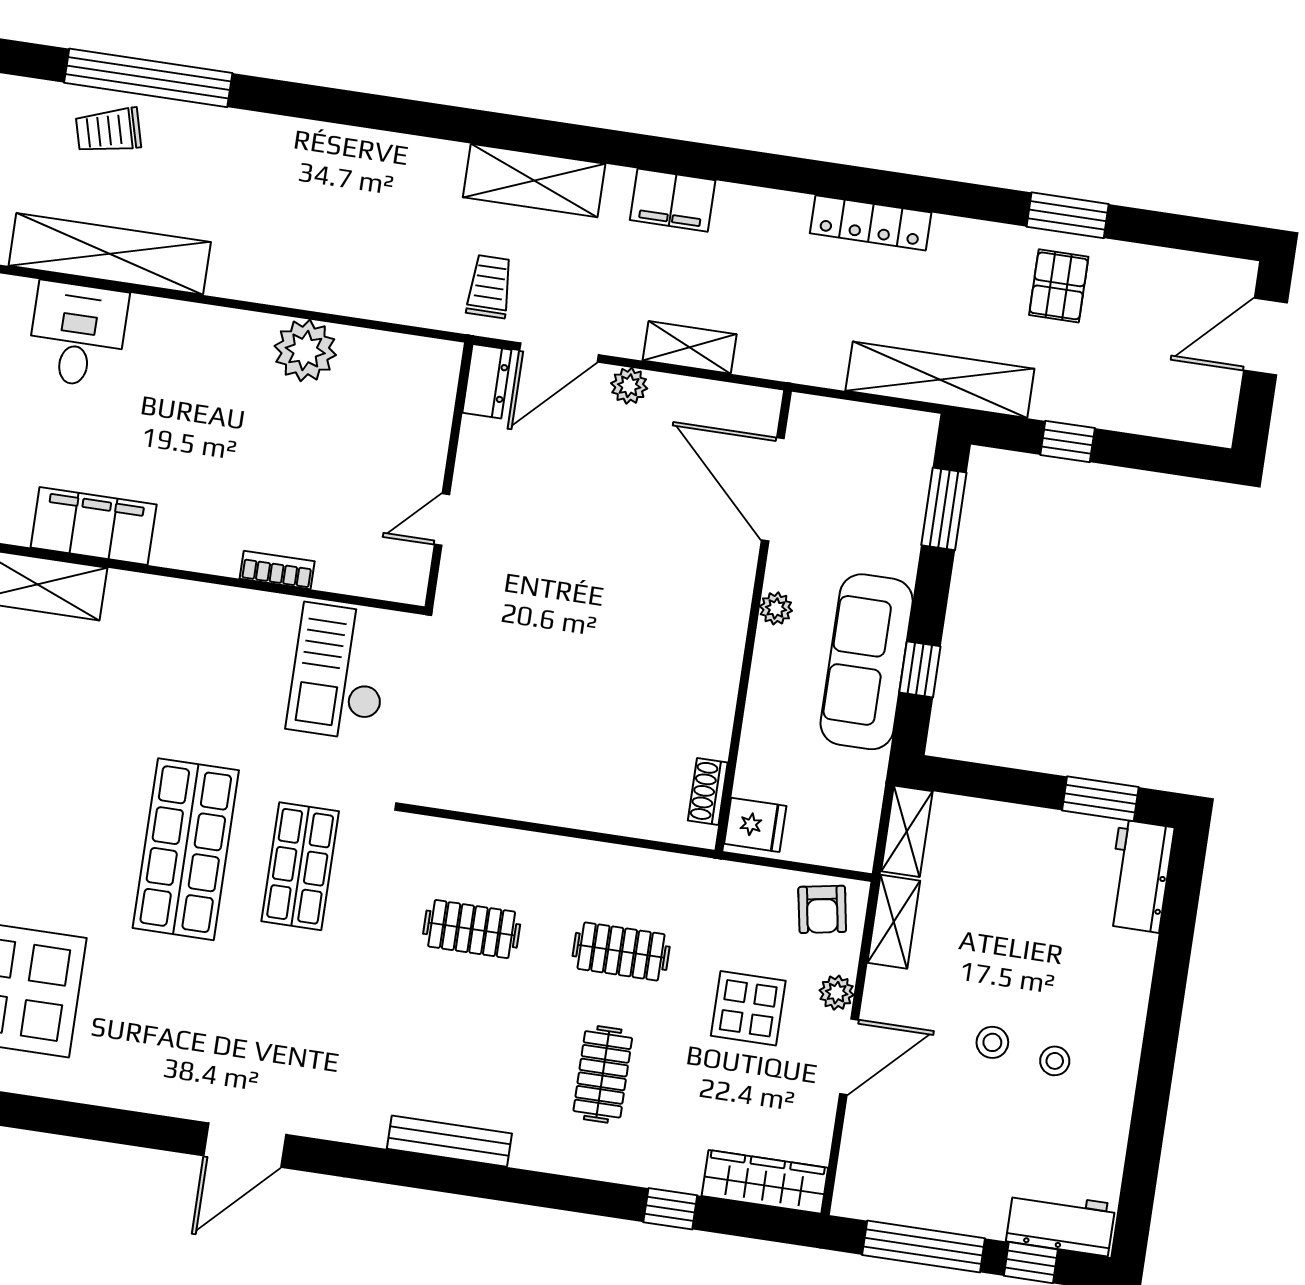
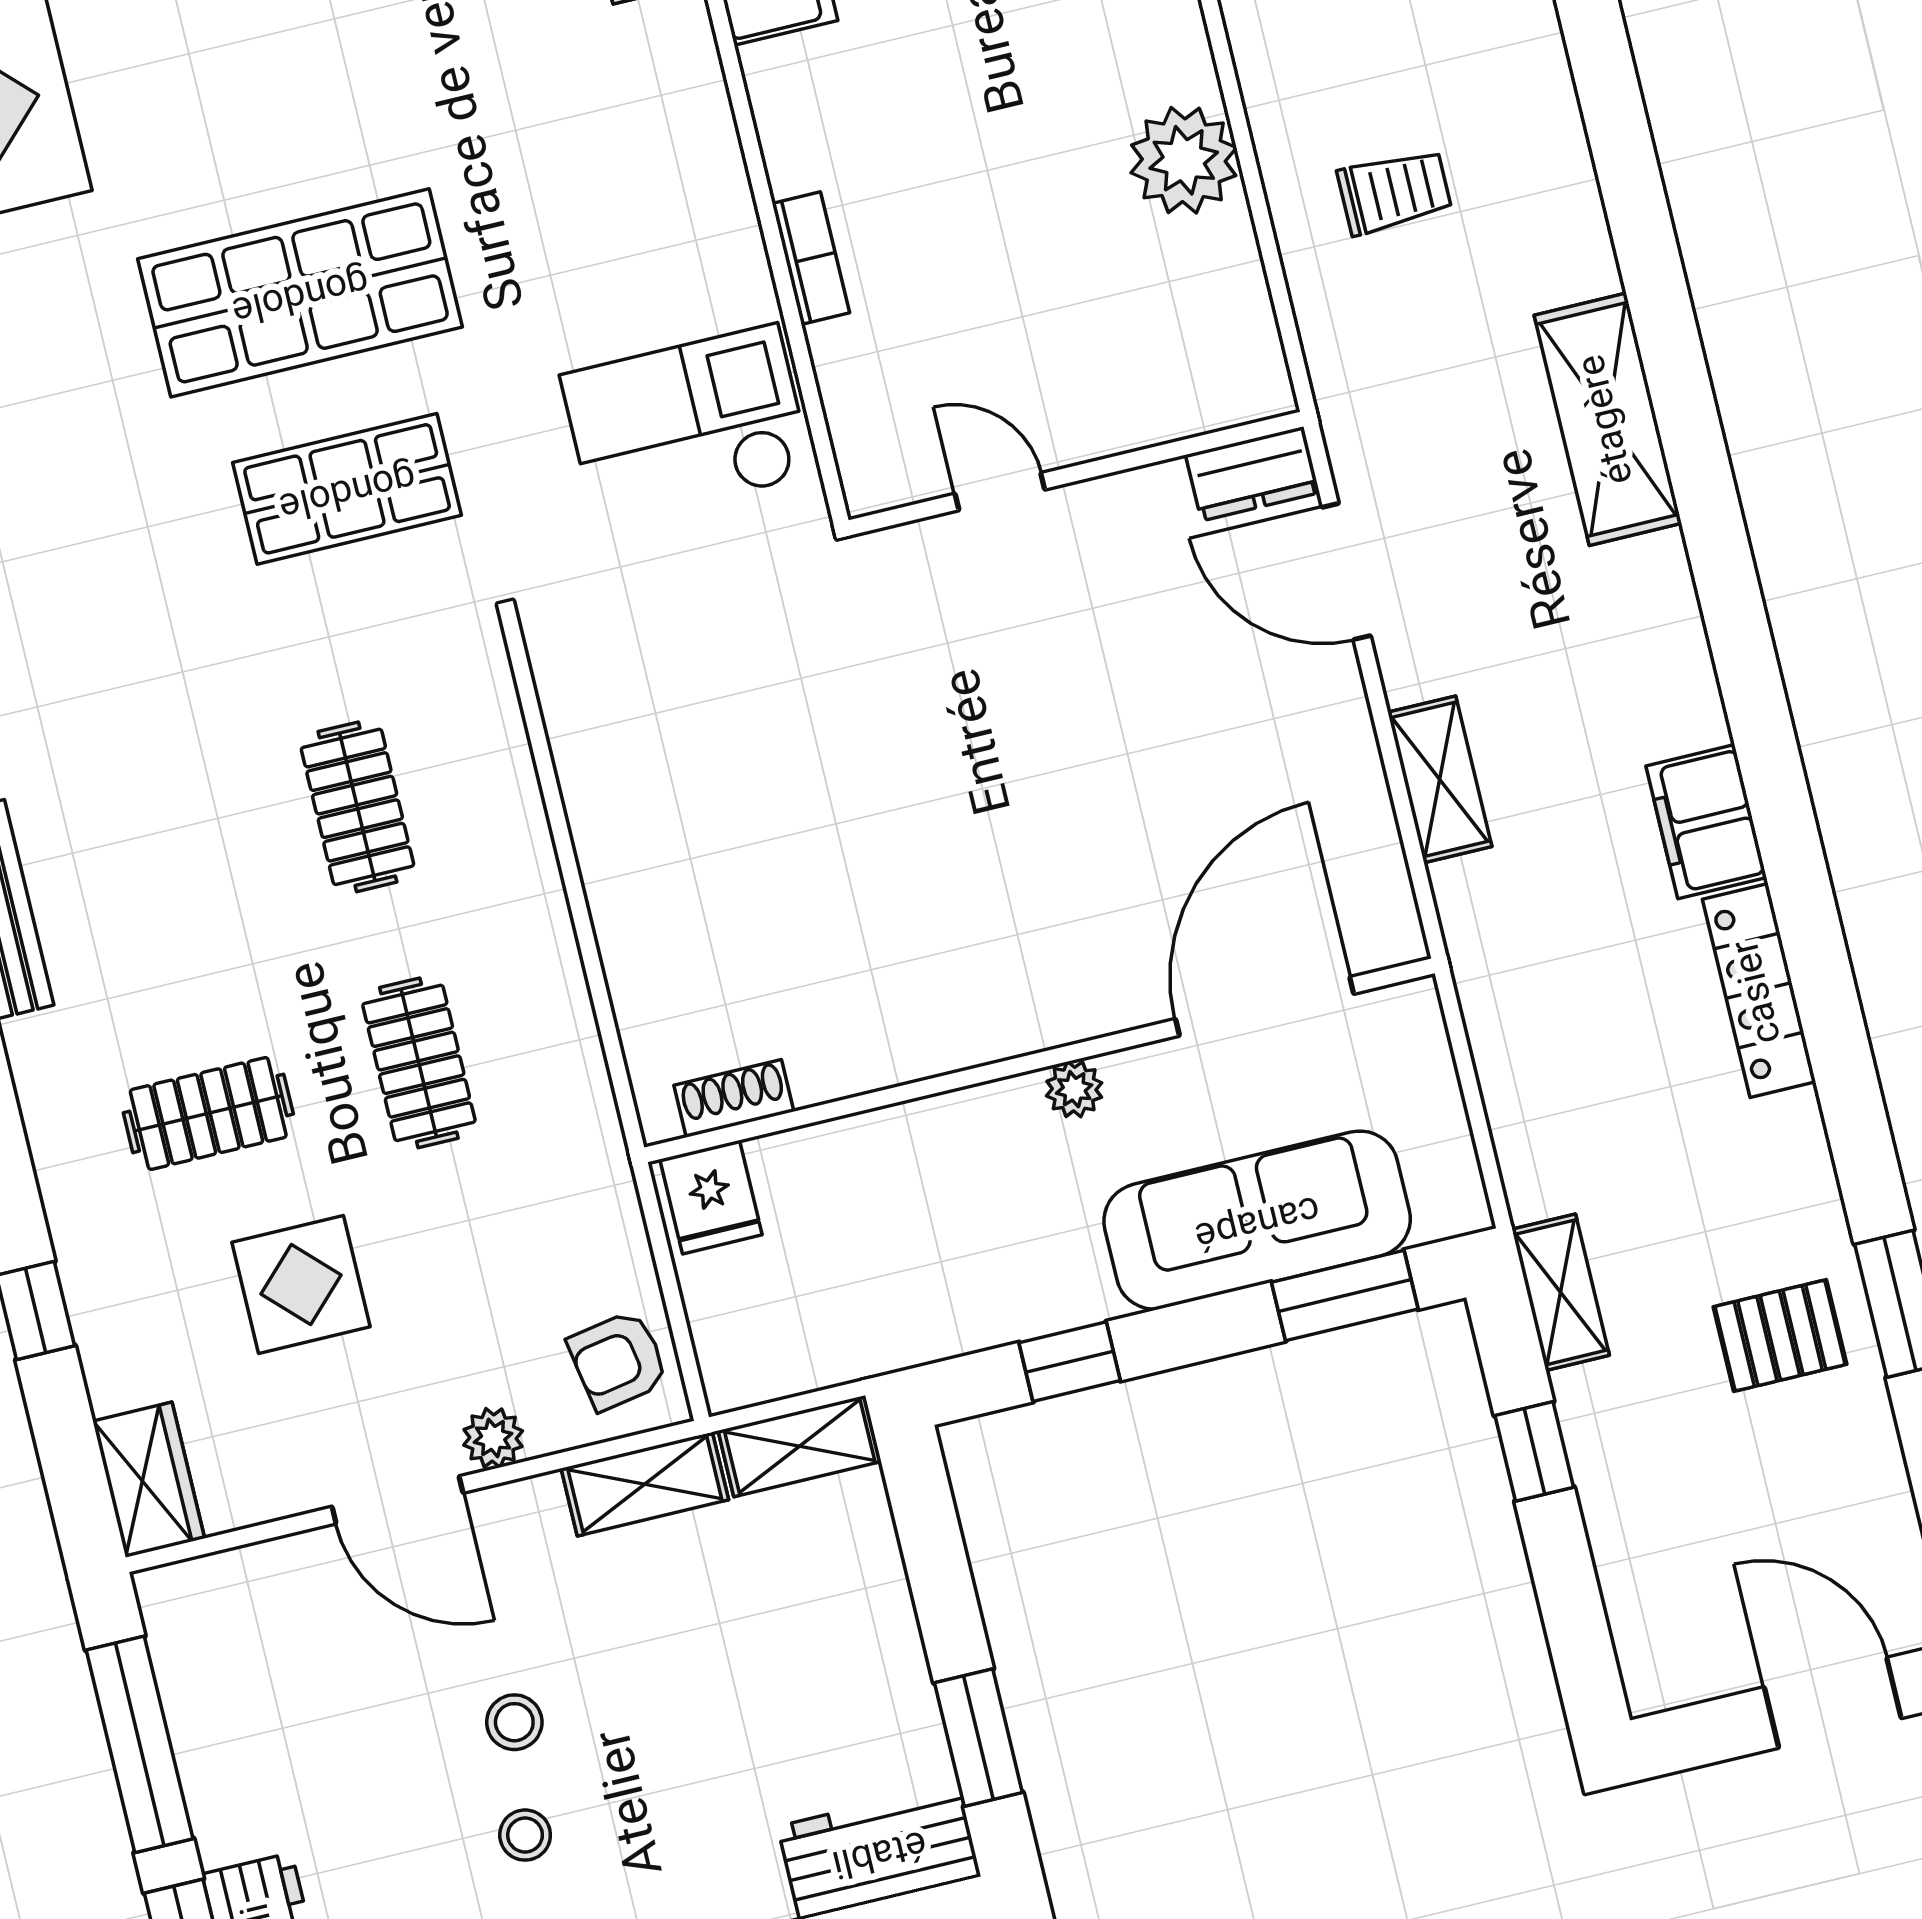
filing cabinet: (673, 200) -> (1706, 822), moved
trolley: (490, 287) -> (1394, 192), moved
shelving: (940, 380) -> (1561, 1292), width x0.45, depth x0.75
plant: (629, 386) -> (1338, 707), removed
sofa: (867, 662) -> (1257, 1220), moved
display table: (748, 1008) -> (301, 1284), moved
wardrobe: (765, 1182) -> (149, 1480), width x0.67

